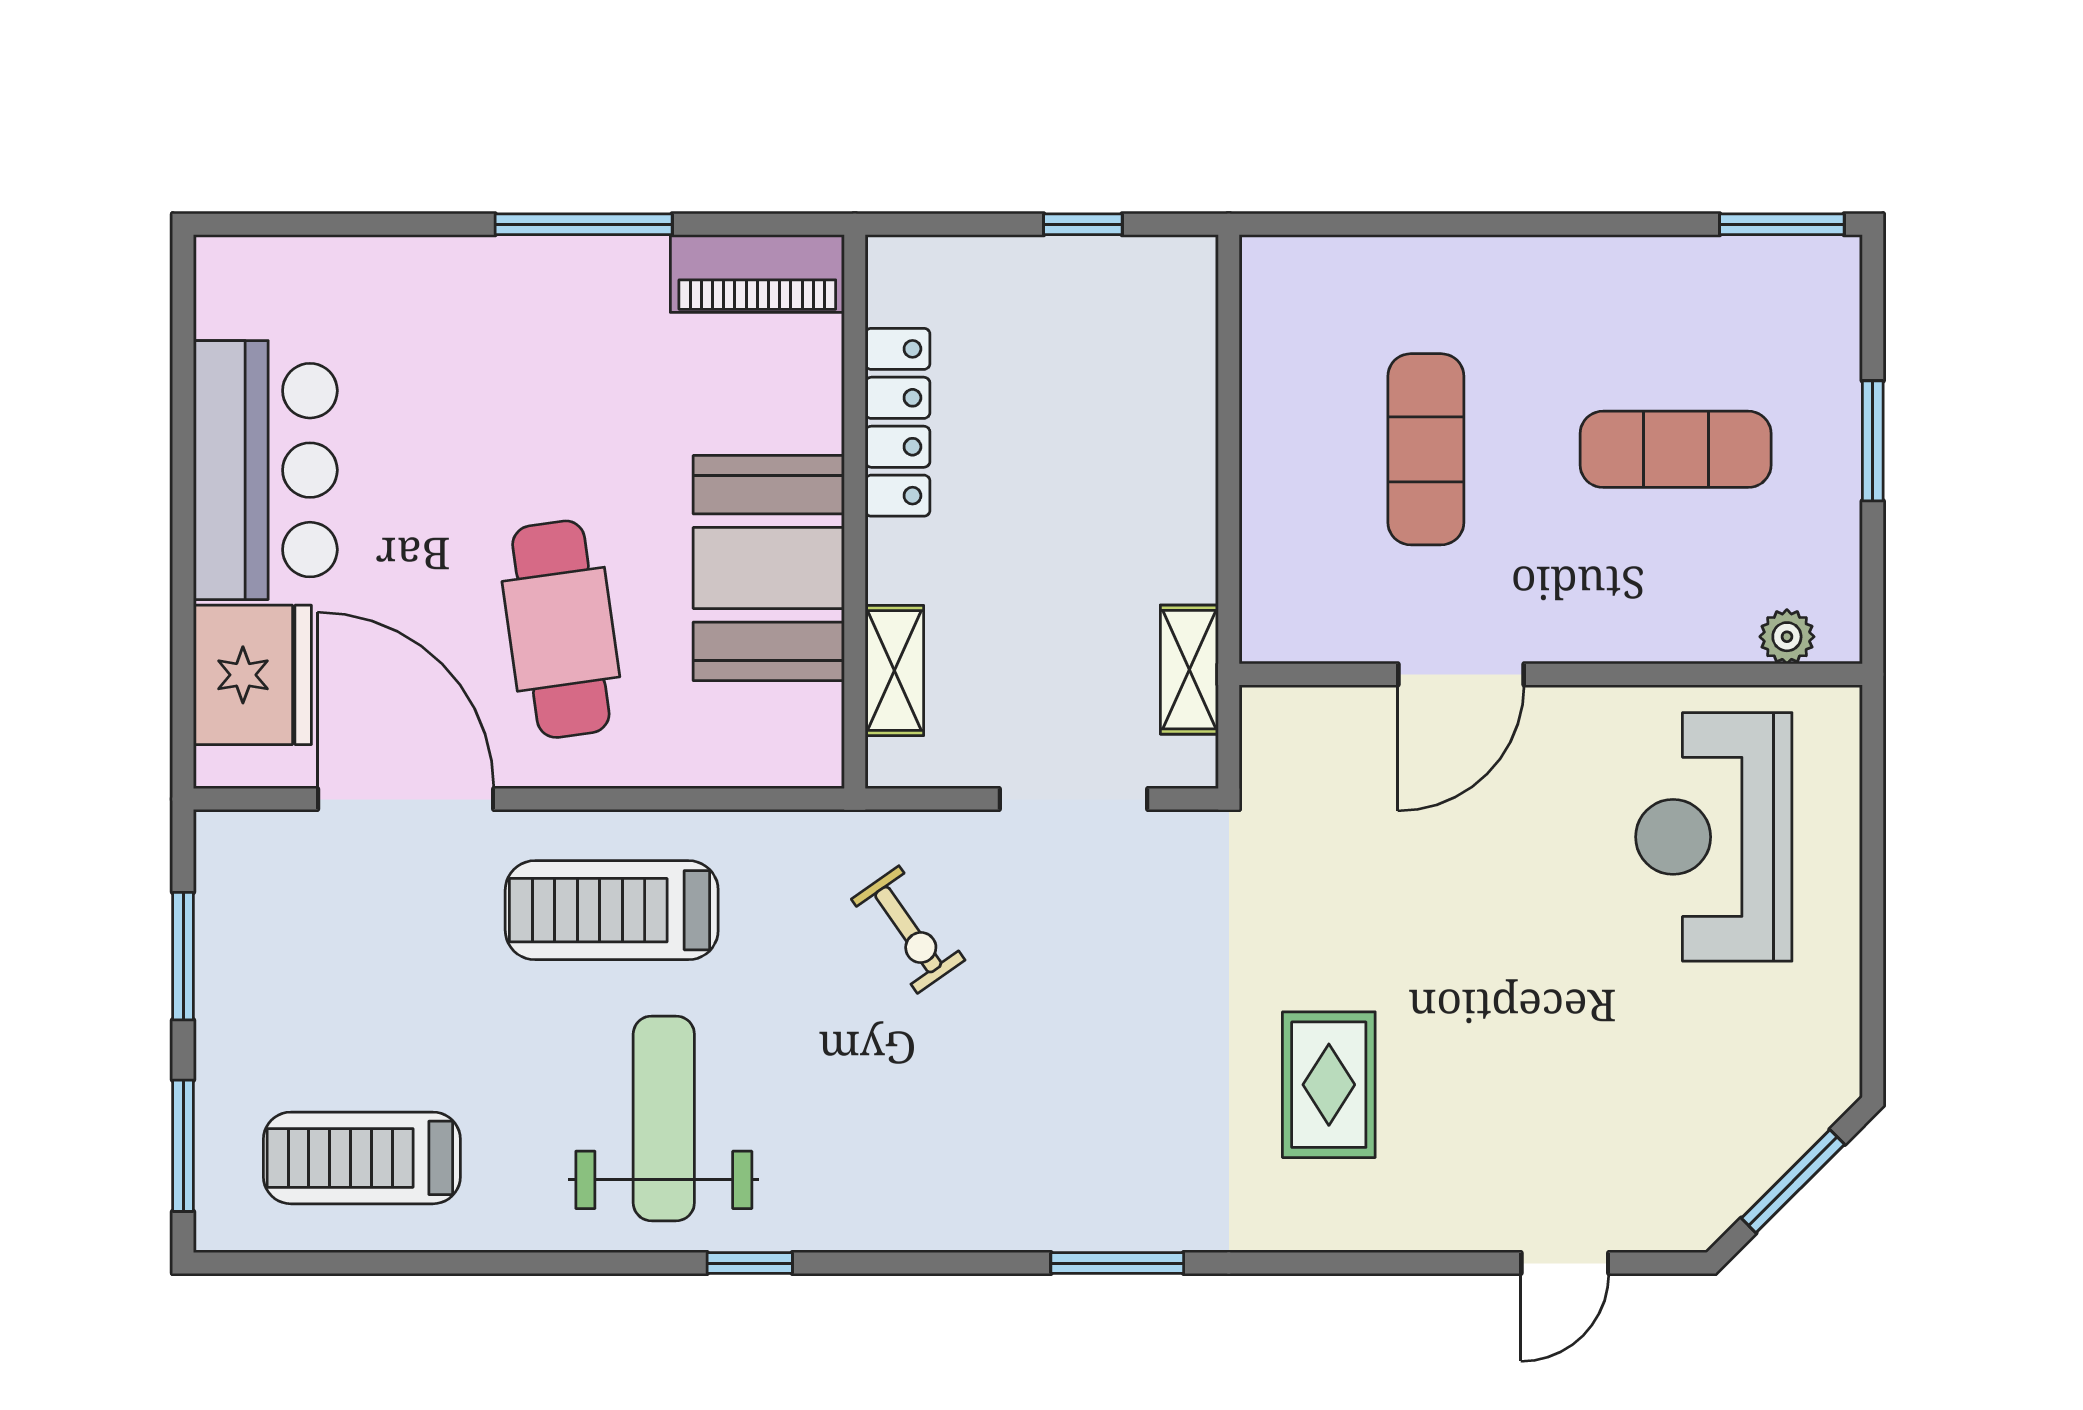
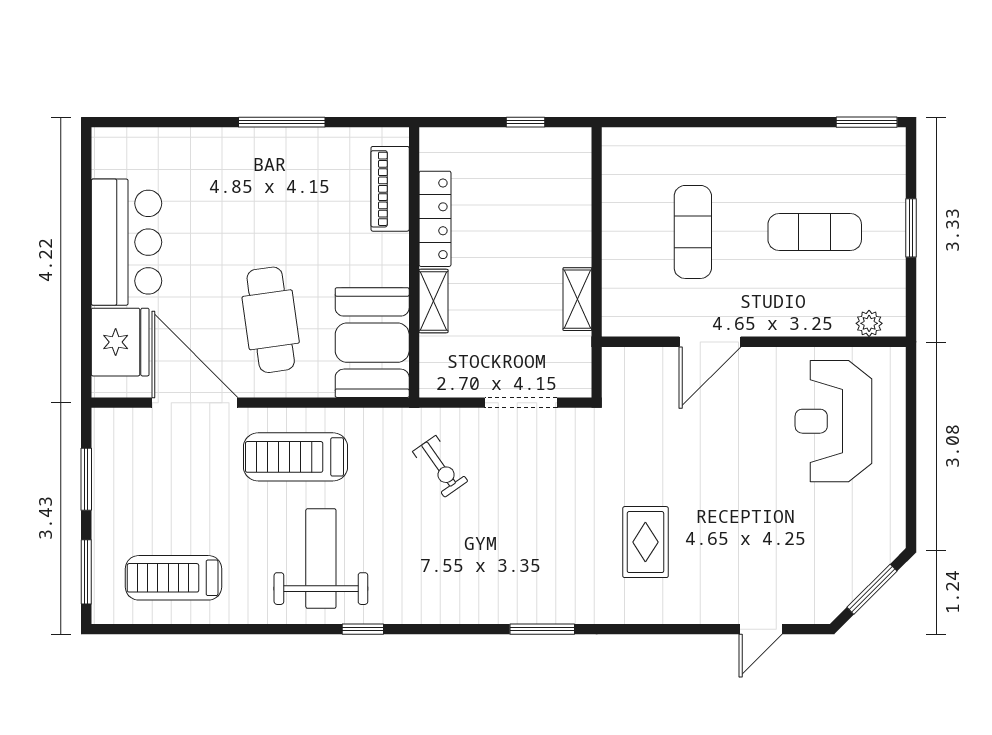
piano: (757, 274) -> (390, 189), moved, turned 90
booth: (769, 568) -> (372, 343), moved
shelving: (894, 670) -> (433, 301), moved
shelving: (1189, 670) -> (577, 299), moved

